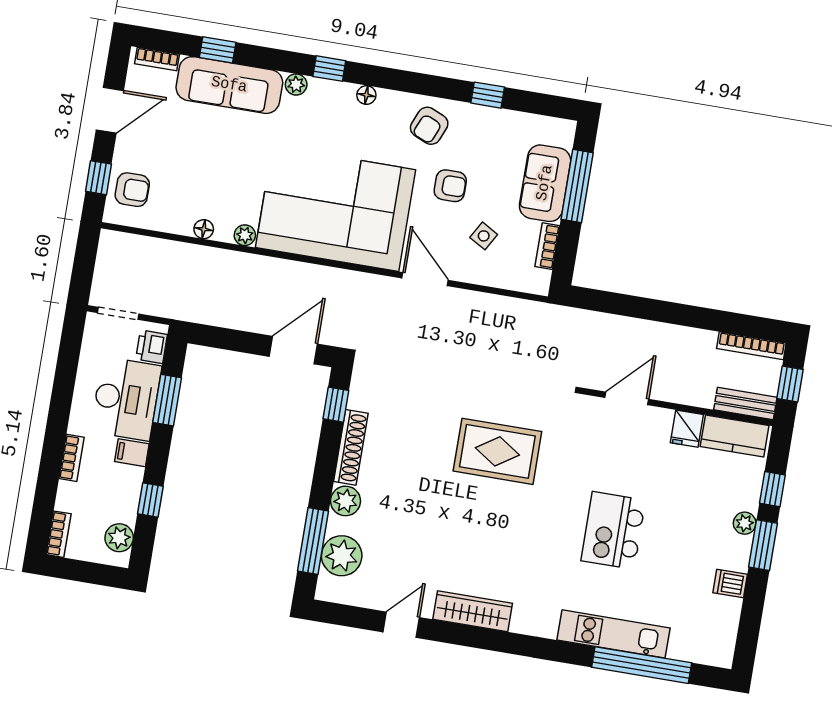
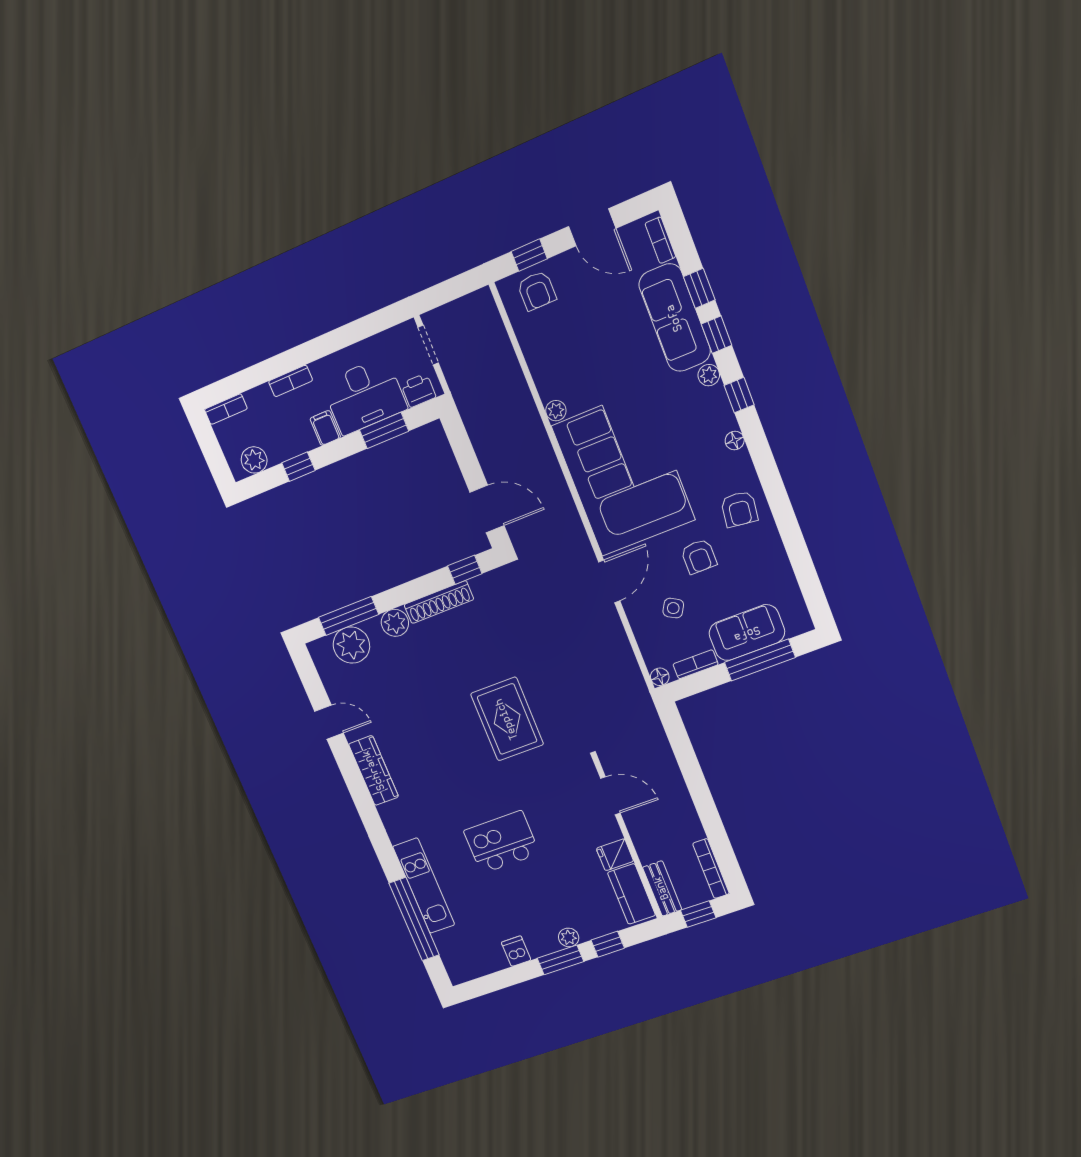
window: (488, 95) -> (717, 335), moved
armchair: (429, 126) -> (739, 509), turned -106
floor lamp: (204, 229) -> (660, 677), moved

